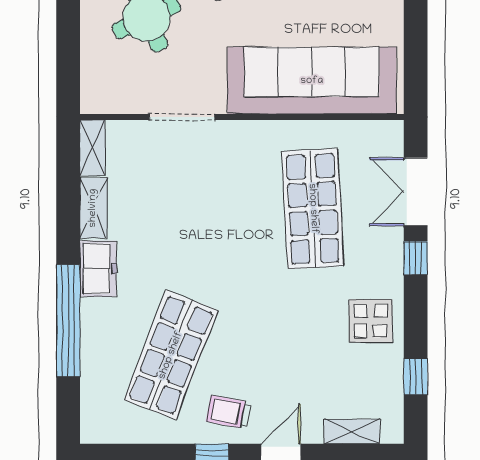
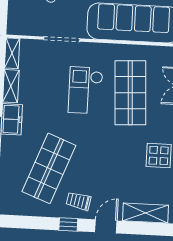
checkout: (230, 208) -> (85, 90), added
shelving: (352, 431) -> (145, 213), width x1.50, depth x1.33

